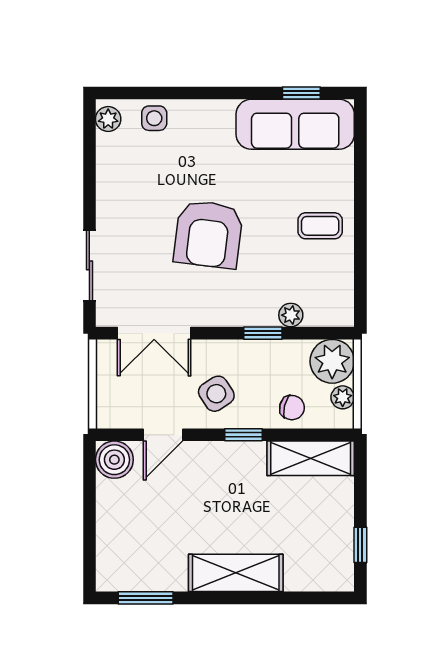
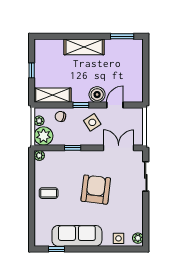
sofa: (295, 124) -> (77, 236), moved
plant: (291, 315) -> (39, 155), moved
boiler: (114, 460) -> (97, 95), moved
window: (360, 545) -> (32, 70), moved

